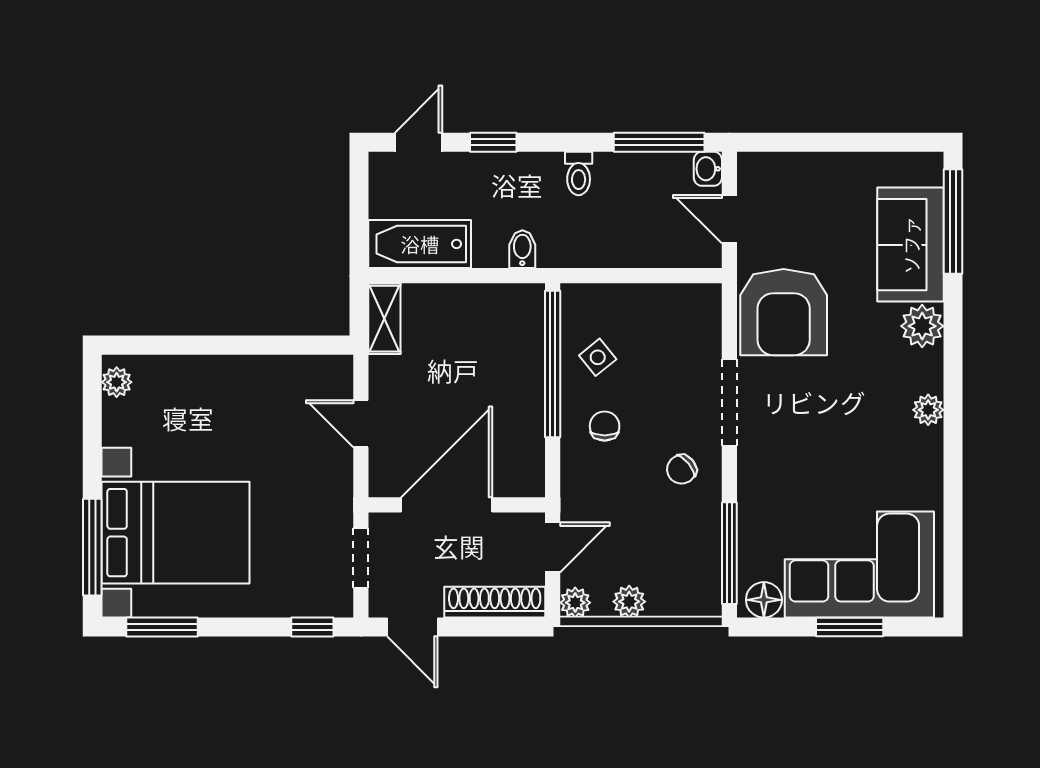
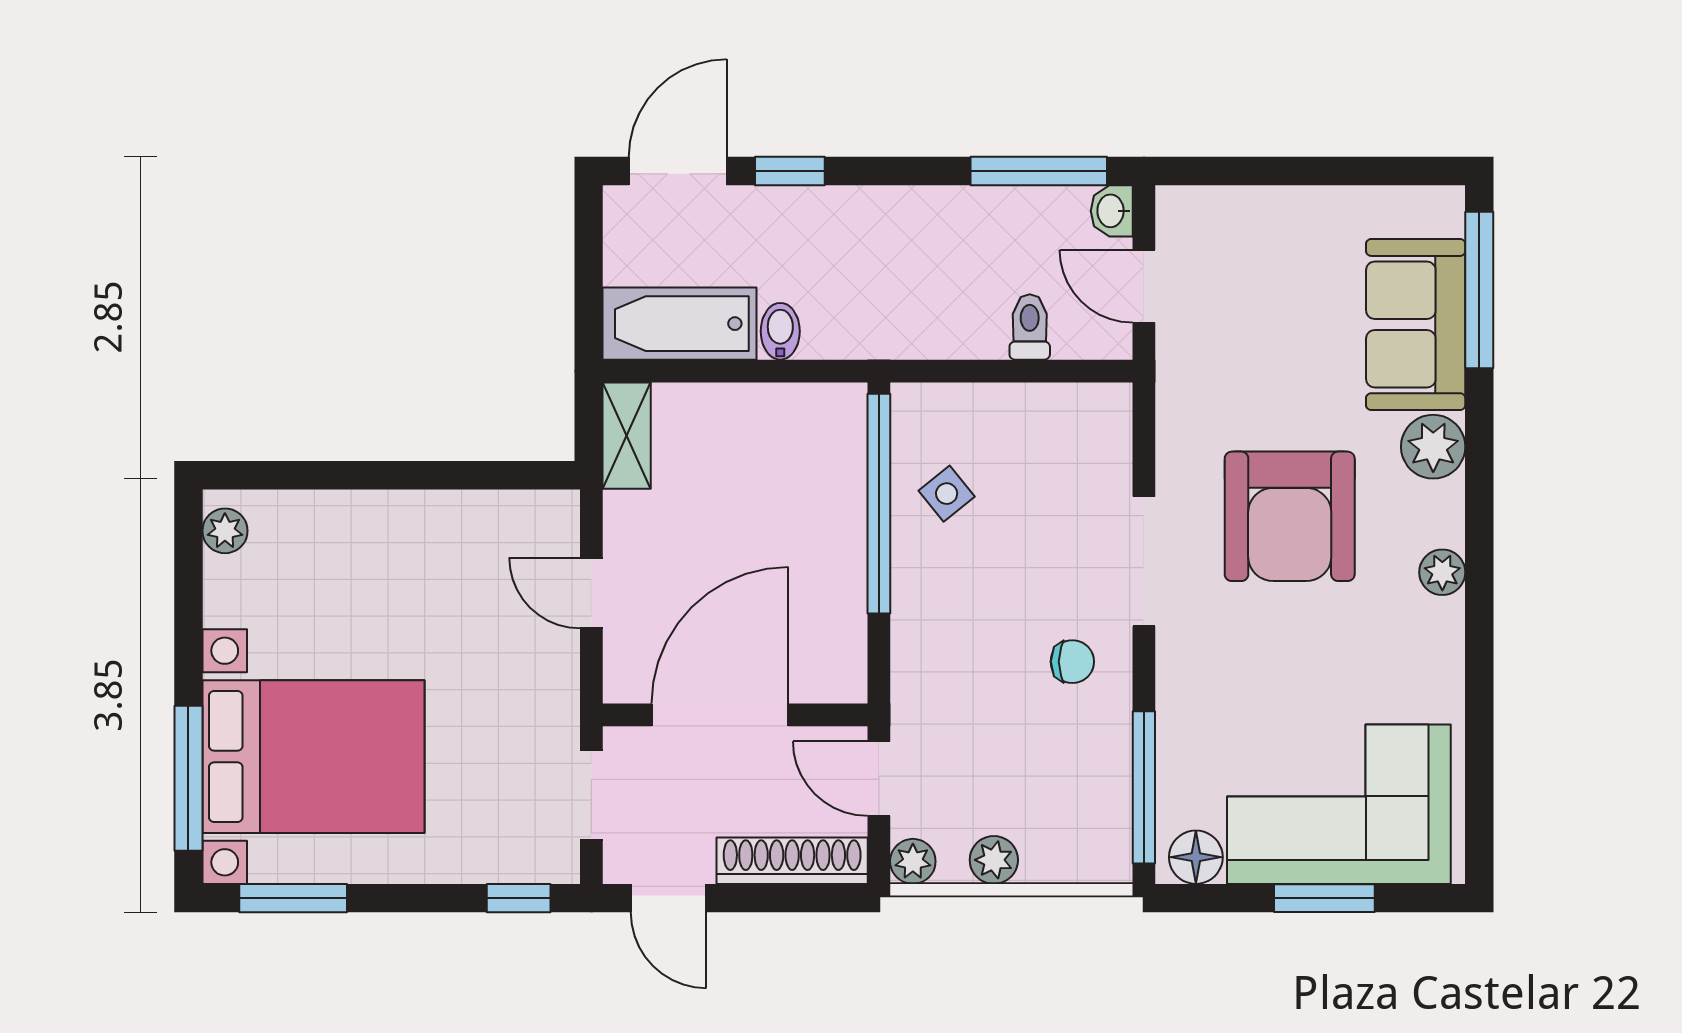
door: (418, 142) -> (678, 171), width x1.38
toilet: (579, 173) -> (1030, 327), moved, turned 180
bidet: (522, 249) -> (780, 331), moved
armchair: (784, 312) -> (1290, 516), moved
chair: (605, 426) -> (957, 597), removed
chair: (682, 469) -> (1072, 662), turned -141
door: (553, 547) -> (879, 779), swing flipped

